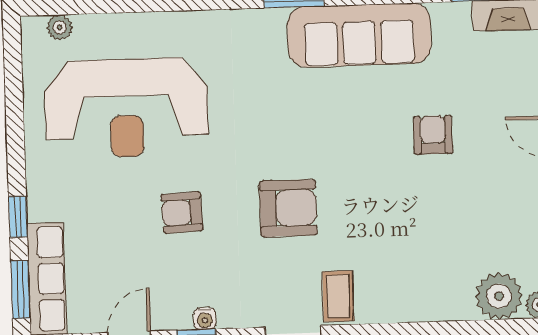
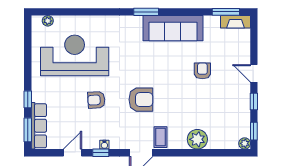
reception desk: (126, 108) -> (75, 55), turned 180
plant: (499, 296) -> (197, 139), moved

